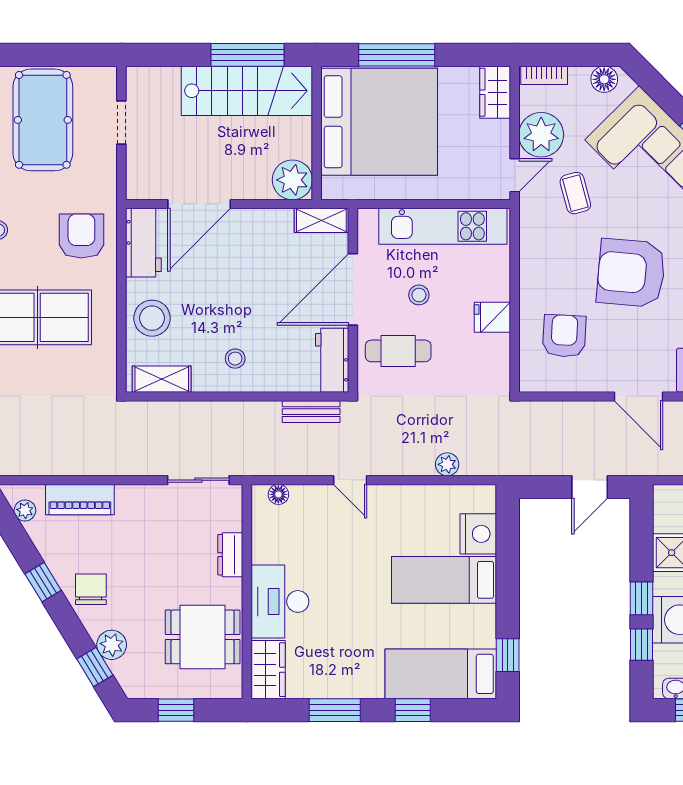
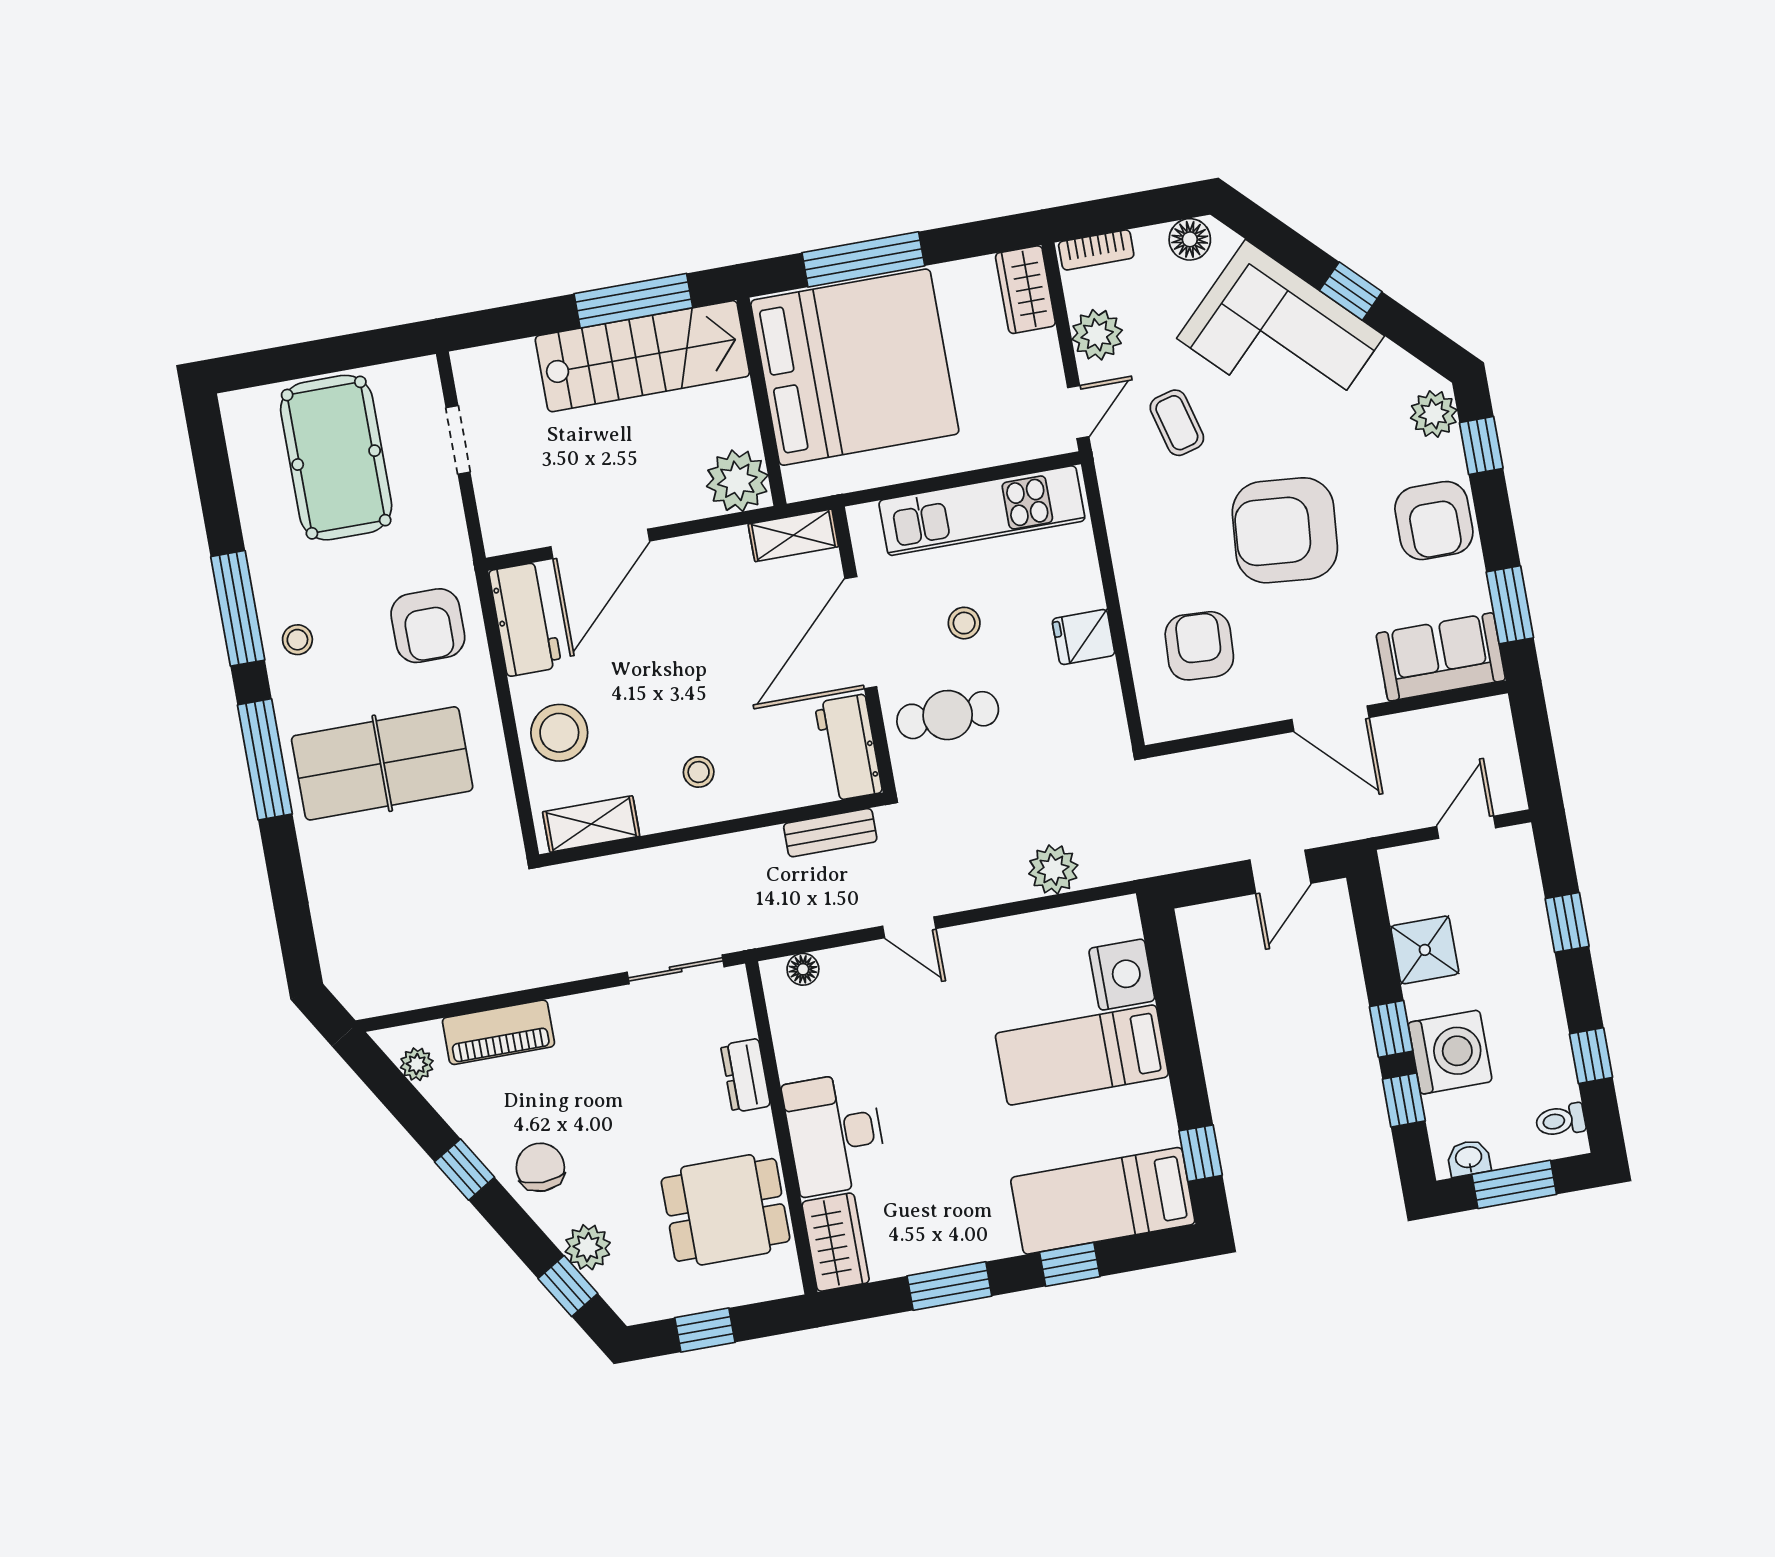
plant: (541, 135) -> (1097, 335), width x0.73, depth x0.73
armchair: (81, 236) -> (428, 626), turned 180
plant: (447, 464) -> (1053, 869), width x1.38, depth x1.38

